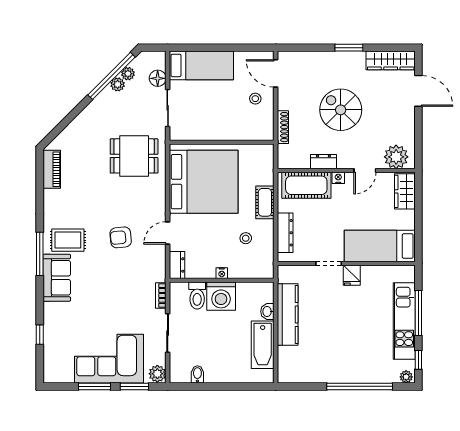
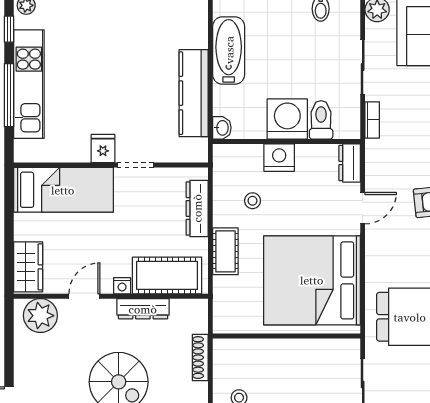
dresser: (323, 162) -> (143, 309), width x1.44
nightstand: (222, 273) -> (279, 158), width x1.89, depth x1.79
washbasin: (267, 311) -> (222, 128), moved

